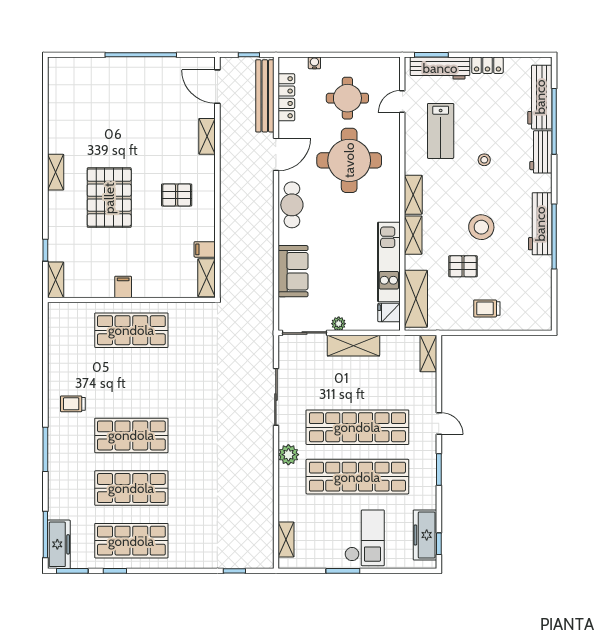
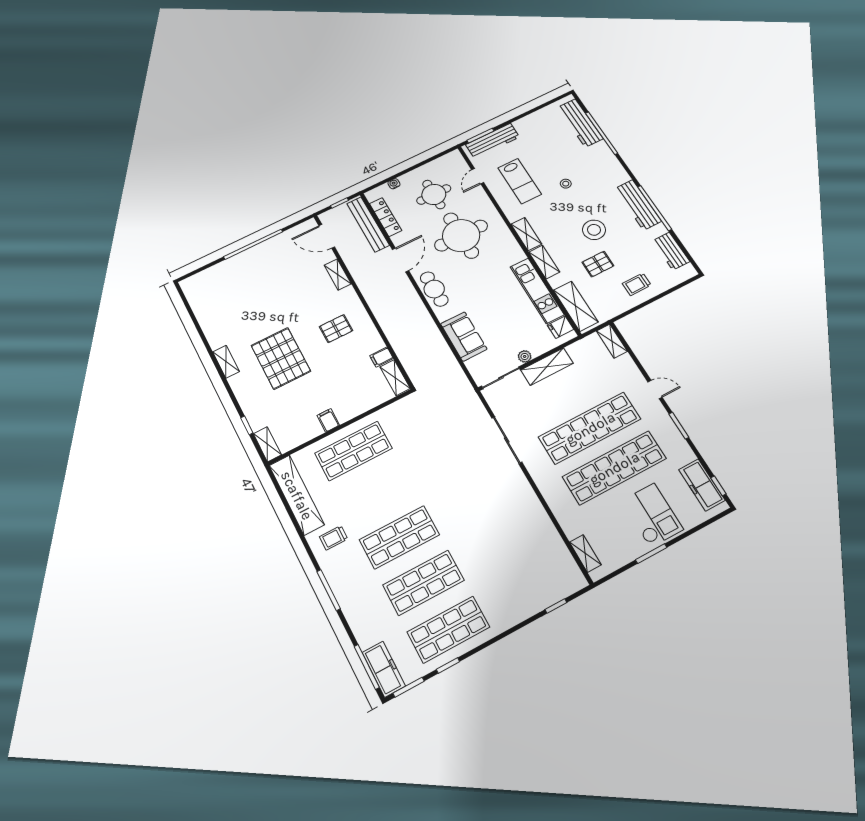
locker: (487, 65) -> (527, 122), removed
workbench: (541, 152) -> (671, 251), moved
shelving: (59, 345) -> (297, 495), added
plant: (288, 455) -> (545, 481), removed

